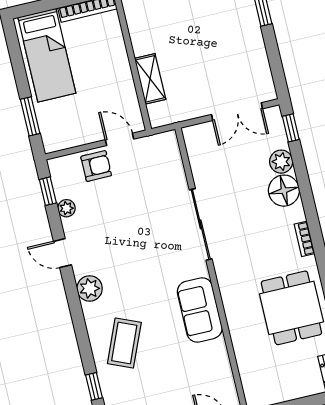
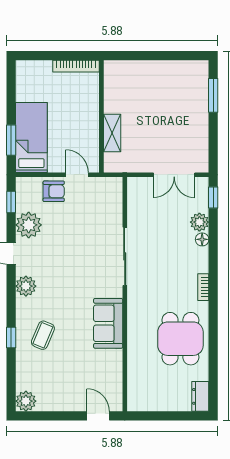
bed: (47, 55) -> (31, 137), moved, turned 180
floor lamp: (284, 191) -> (202, 239), width x0.53, depth x0.53
plant: (66, 208) -> (29, 225), width x1.88, depth x1.88
coffee table: (124, 343) -> (43, 335), width x0.73, depth x0.77
window: (94, 386) -> (11, 337), moved

